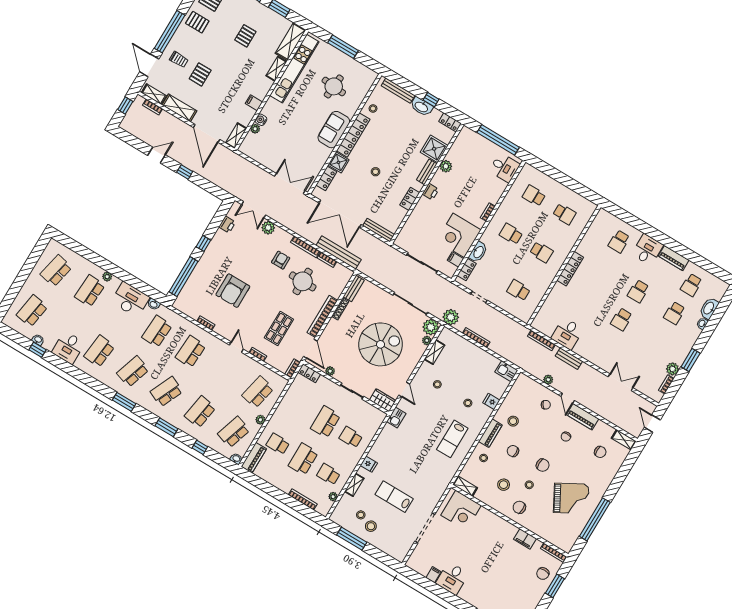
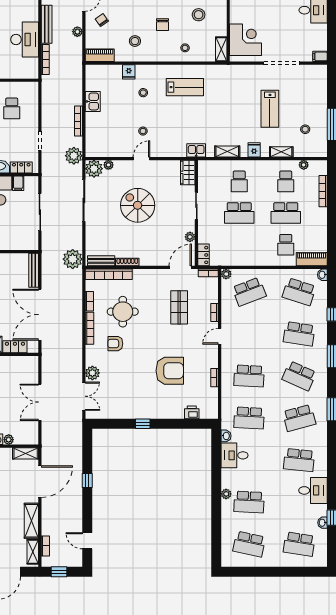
door: (157, 155) -> (87, 541), moved
double door: (290, 183) -> (40, 402), moved
double door: (340, 214) -> (40, 315), swing flipped
printer: (227, 225) -> (192, 412), moved
bench: (339, 252) -> (76, 295), removed
plant: (369, 267) -> (73, 259), added
window: (183, 277) -> (184, 424), removed
desk: (130, 300) -> (235, 455), width x0.73
bookcase: (322, 316) -> (109, 274), moved
shop shelf: (279, 329) -> (179, 307), turned 90
desk: (567, 334) -> (25, 40), width x1.37
spiral stairs: (381, 344) -> (138, 205), width x0.73, depth x0.73
shelving: (434, 352) -> (227, 152), moved
bench: (569, 359) -> (47, 24), width x1.36
school desk: (133, 371) -> (299, 418), turned -33
kitchen sink: (506, 371) -> (93, 101), moved
door: (404, 390) -> (141, 159), moved
school desk: (258, 392) -> (249, 292), turned -33
plant: (260, 420) -> (226, 274), moved
piano: (490, 433) -> (100, 55), moved
stool: (371, 526) -> (310, 114), removed
filing cabinet: (433, 575) -> (320, 56), moved

